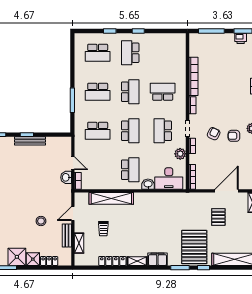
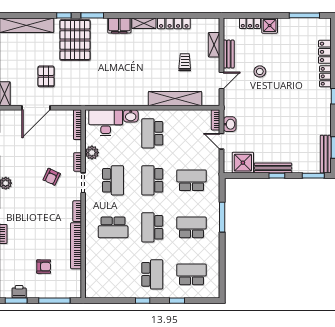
armchair: (234, 136) -> (44, 267), moved
shower: (17, 257) -> (243, 163), moved

